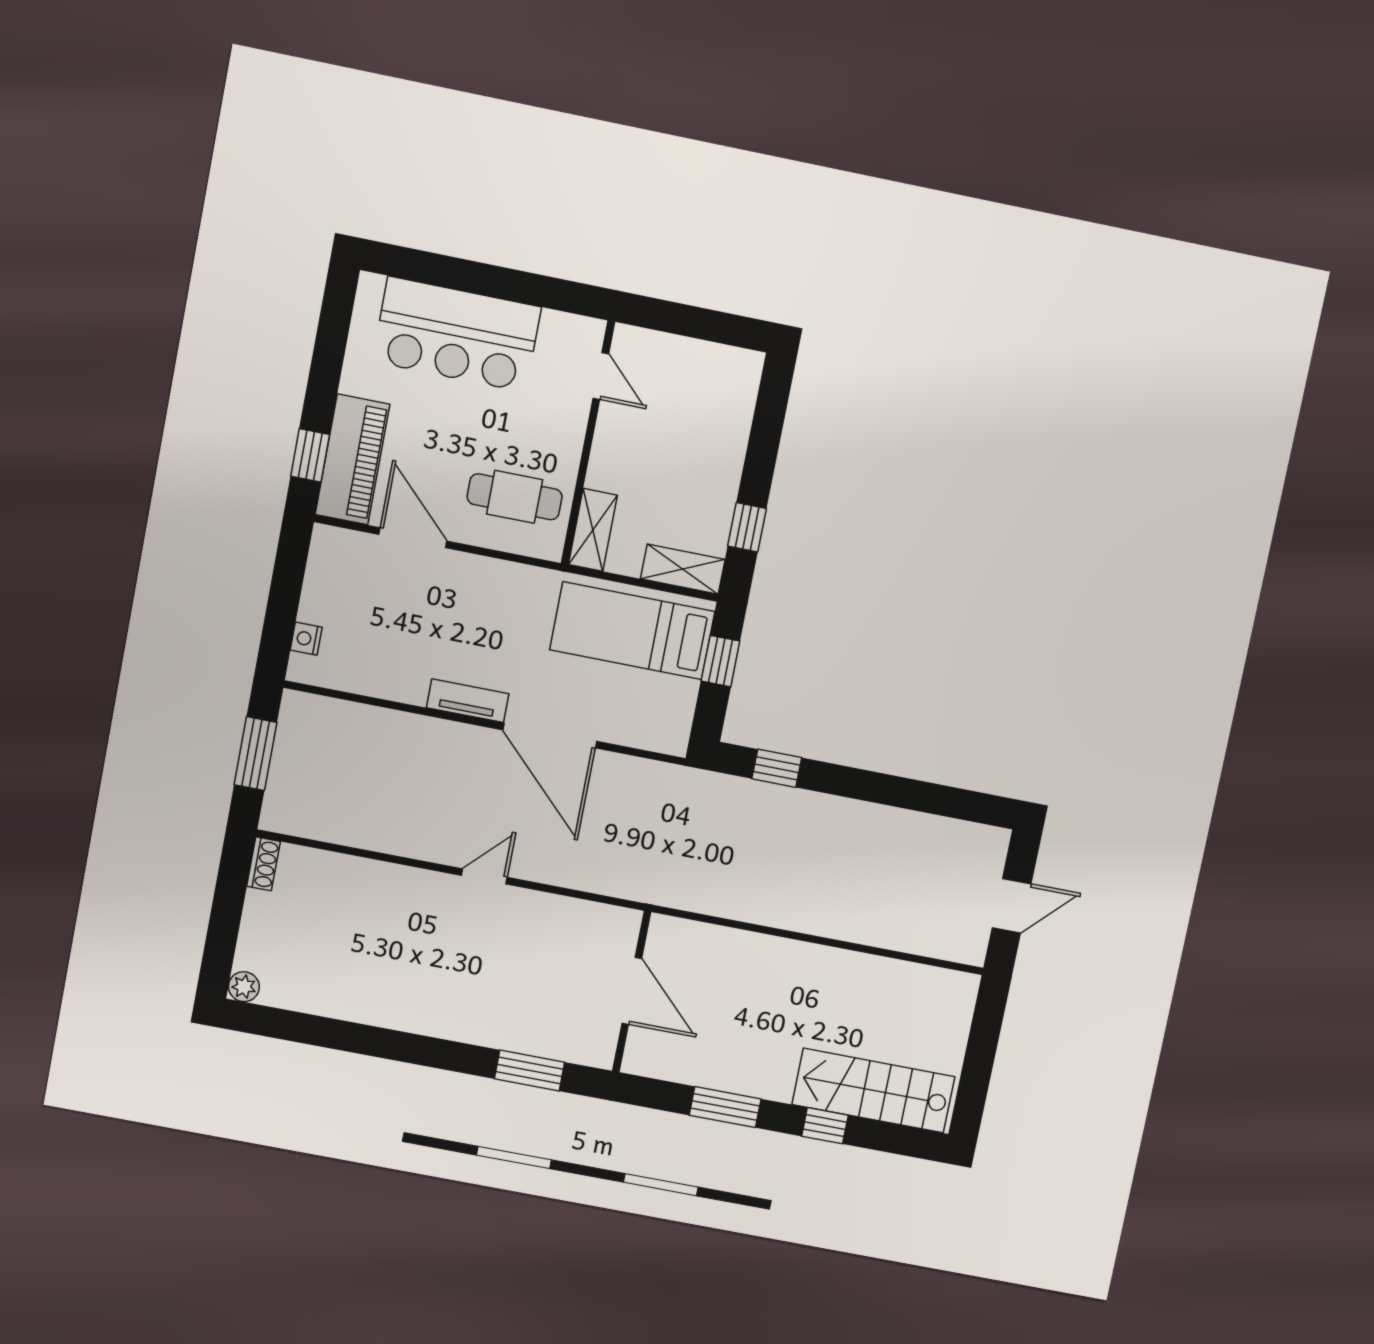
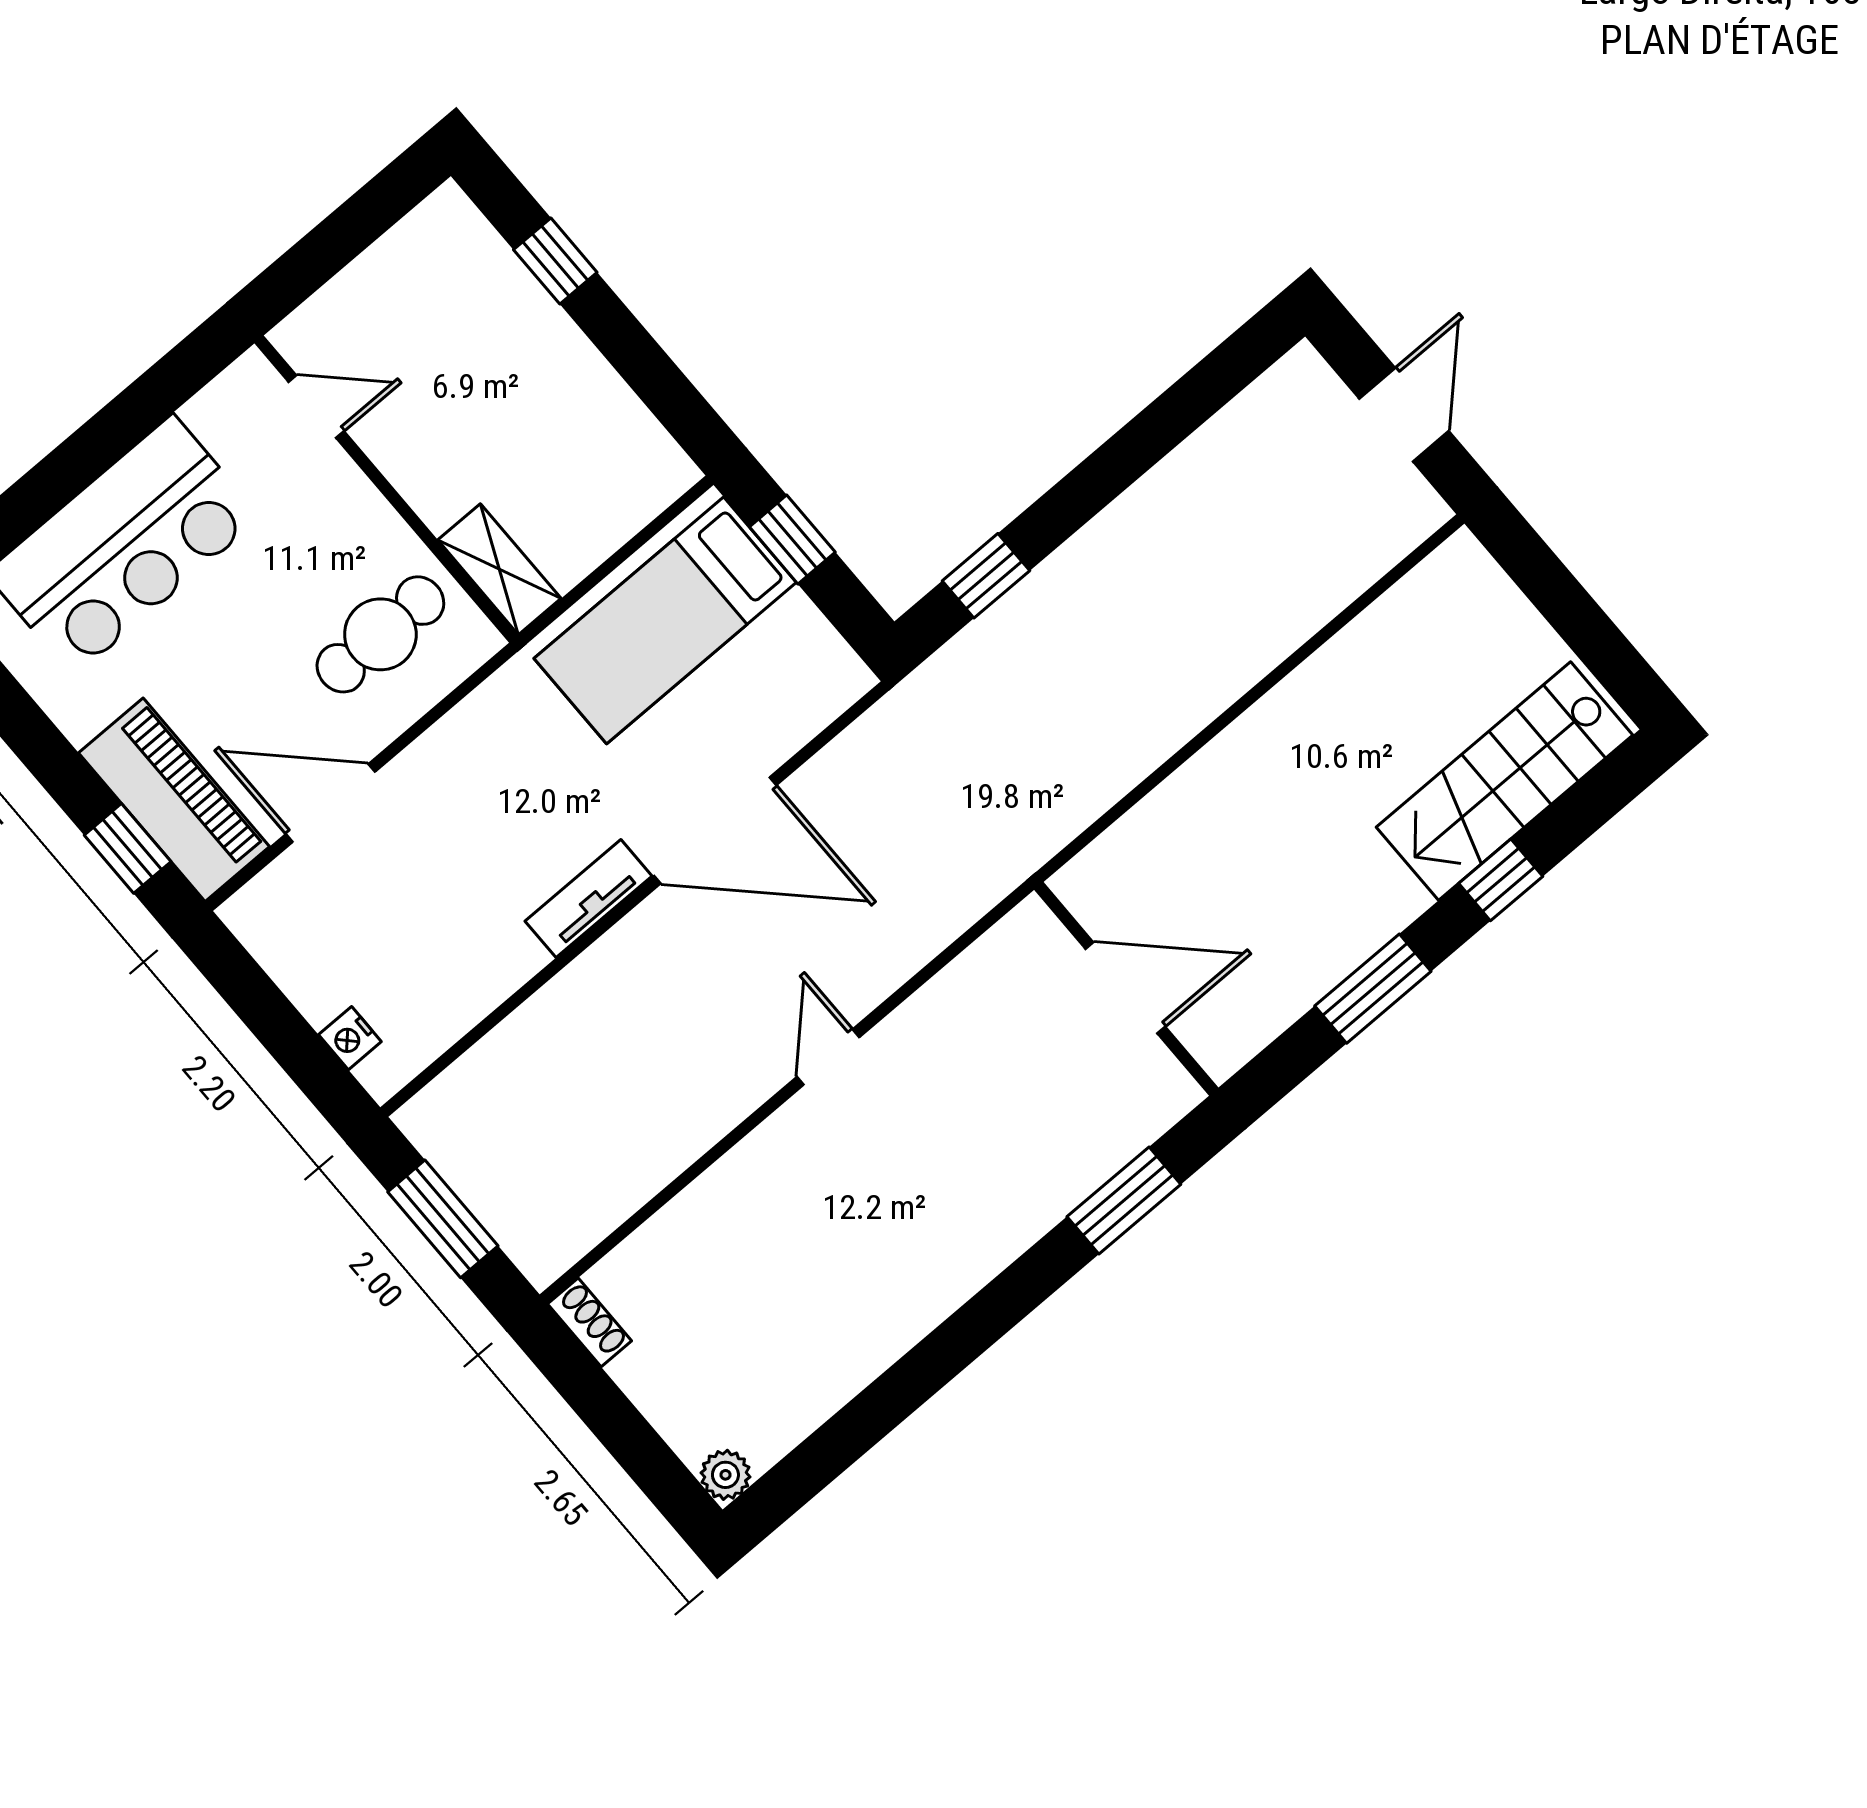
window: (747, 527) -> (555, 261), moved
shelving: (683, 569) -> (638, 495), removed

